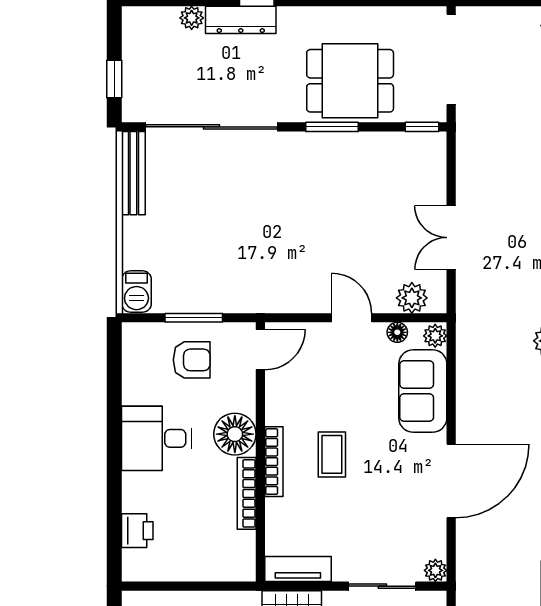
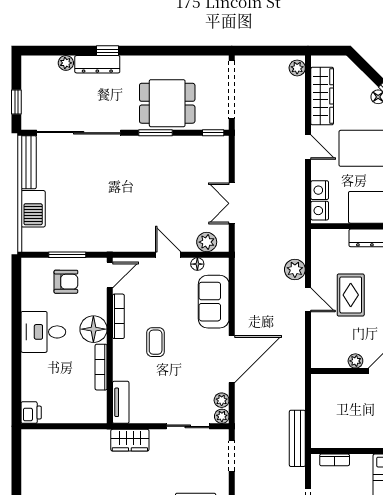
barbecue: (136, 291) -> (33, 209), moved, width x1.38, depth x1.27
plant: (435, 336) -> (222, 400), moved
bookcase: (274, 462) -> (118, 316), moved
printer: (137, 531) -> (31, 413), moved
tv unit: (298, 569) -> (121, 402), moved, turned 90

